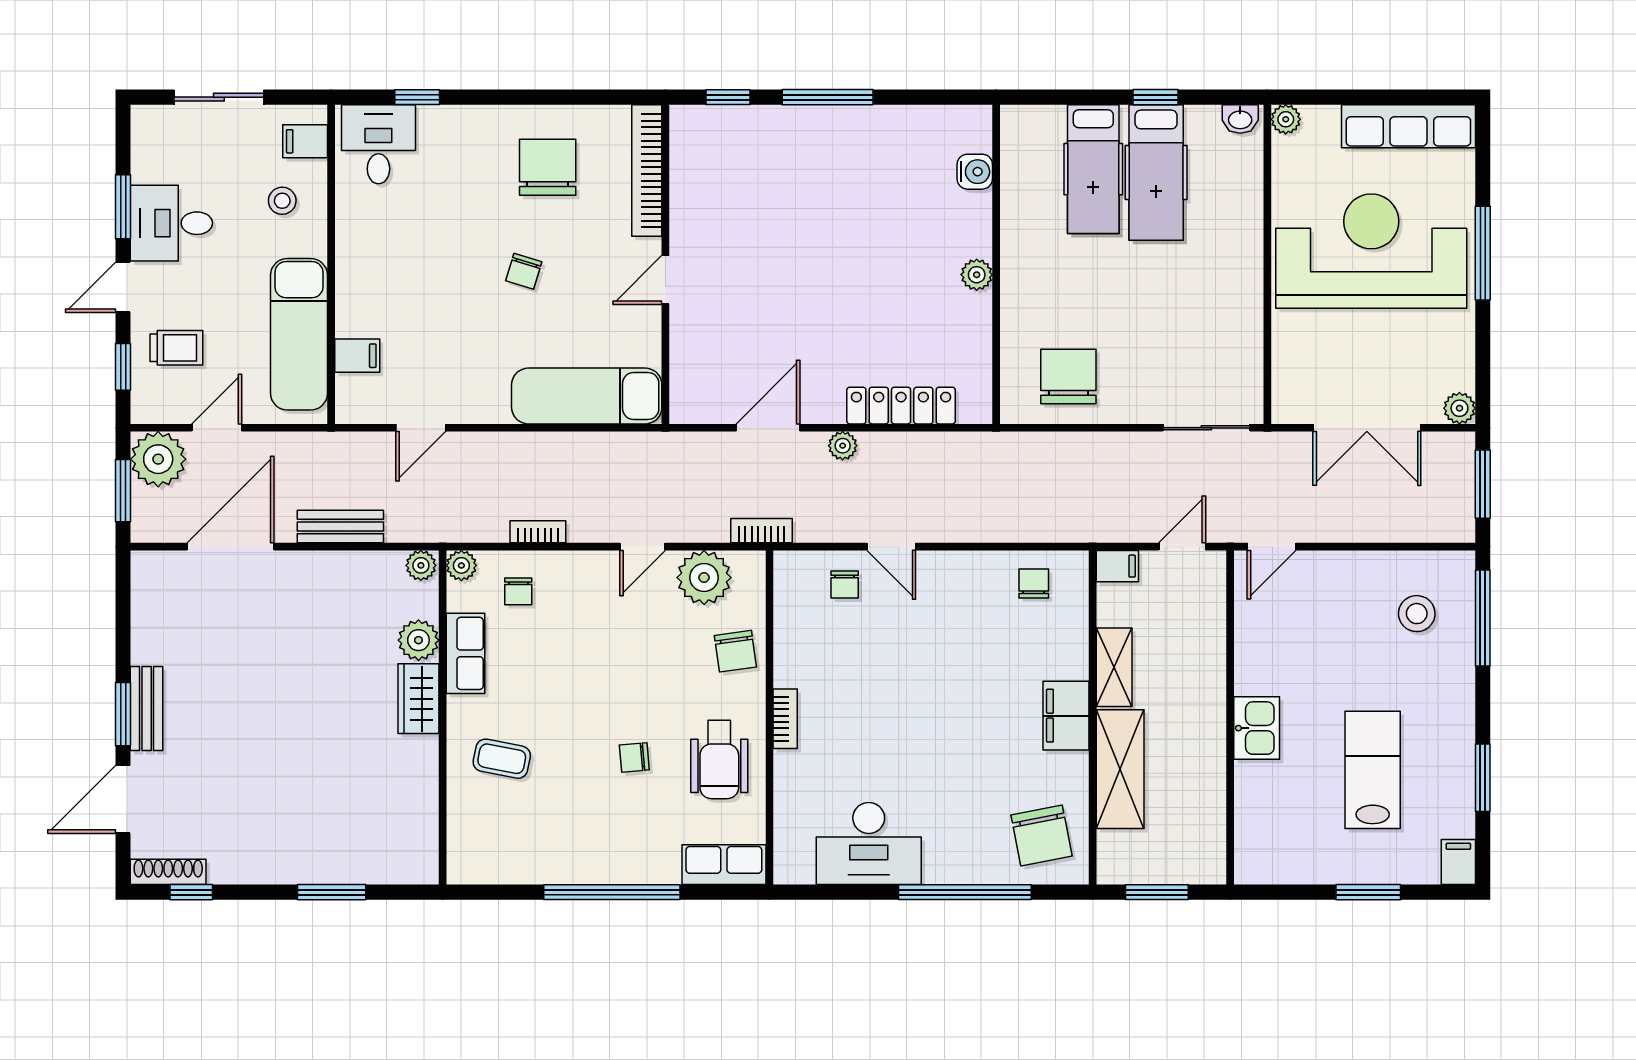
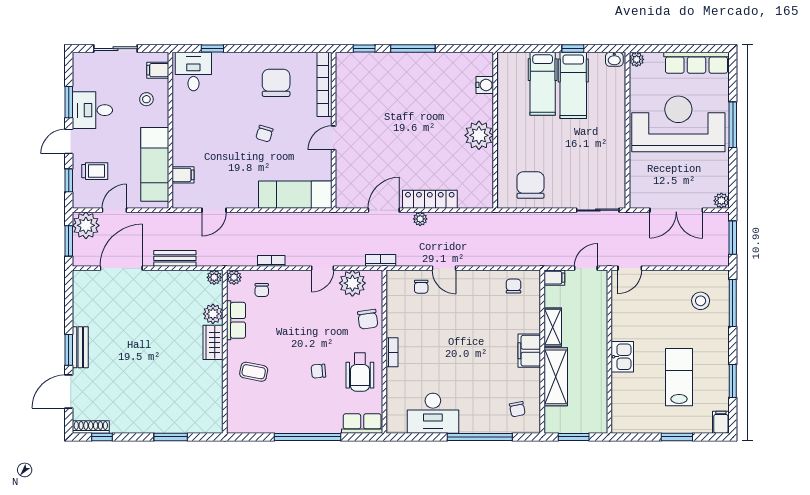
plant: (977, 275) -> (479, 135), width x1.88, depth x1.88
locker: (901, 406) -> (430, 199), moved
chair: (1042, 835) -> (517, 409), width x0.54, depth x0.54

